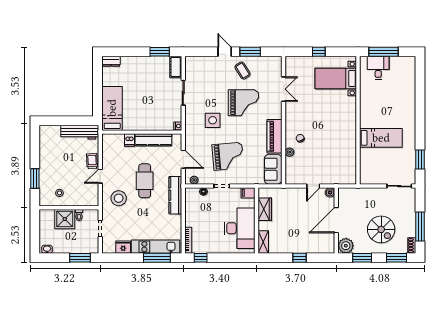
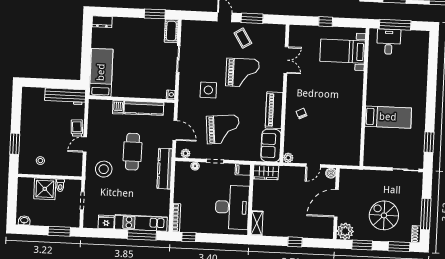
plant: (290, 152) -> (288, 158), moved
wardrobe: (265, 209) -> (266, 172), moved, turned 90
spiral stairs: (381, 229) -> (384, 215), turned 180

